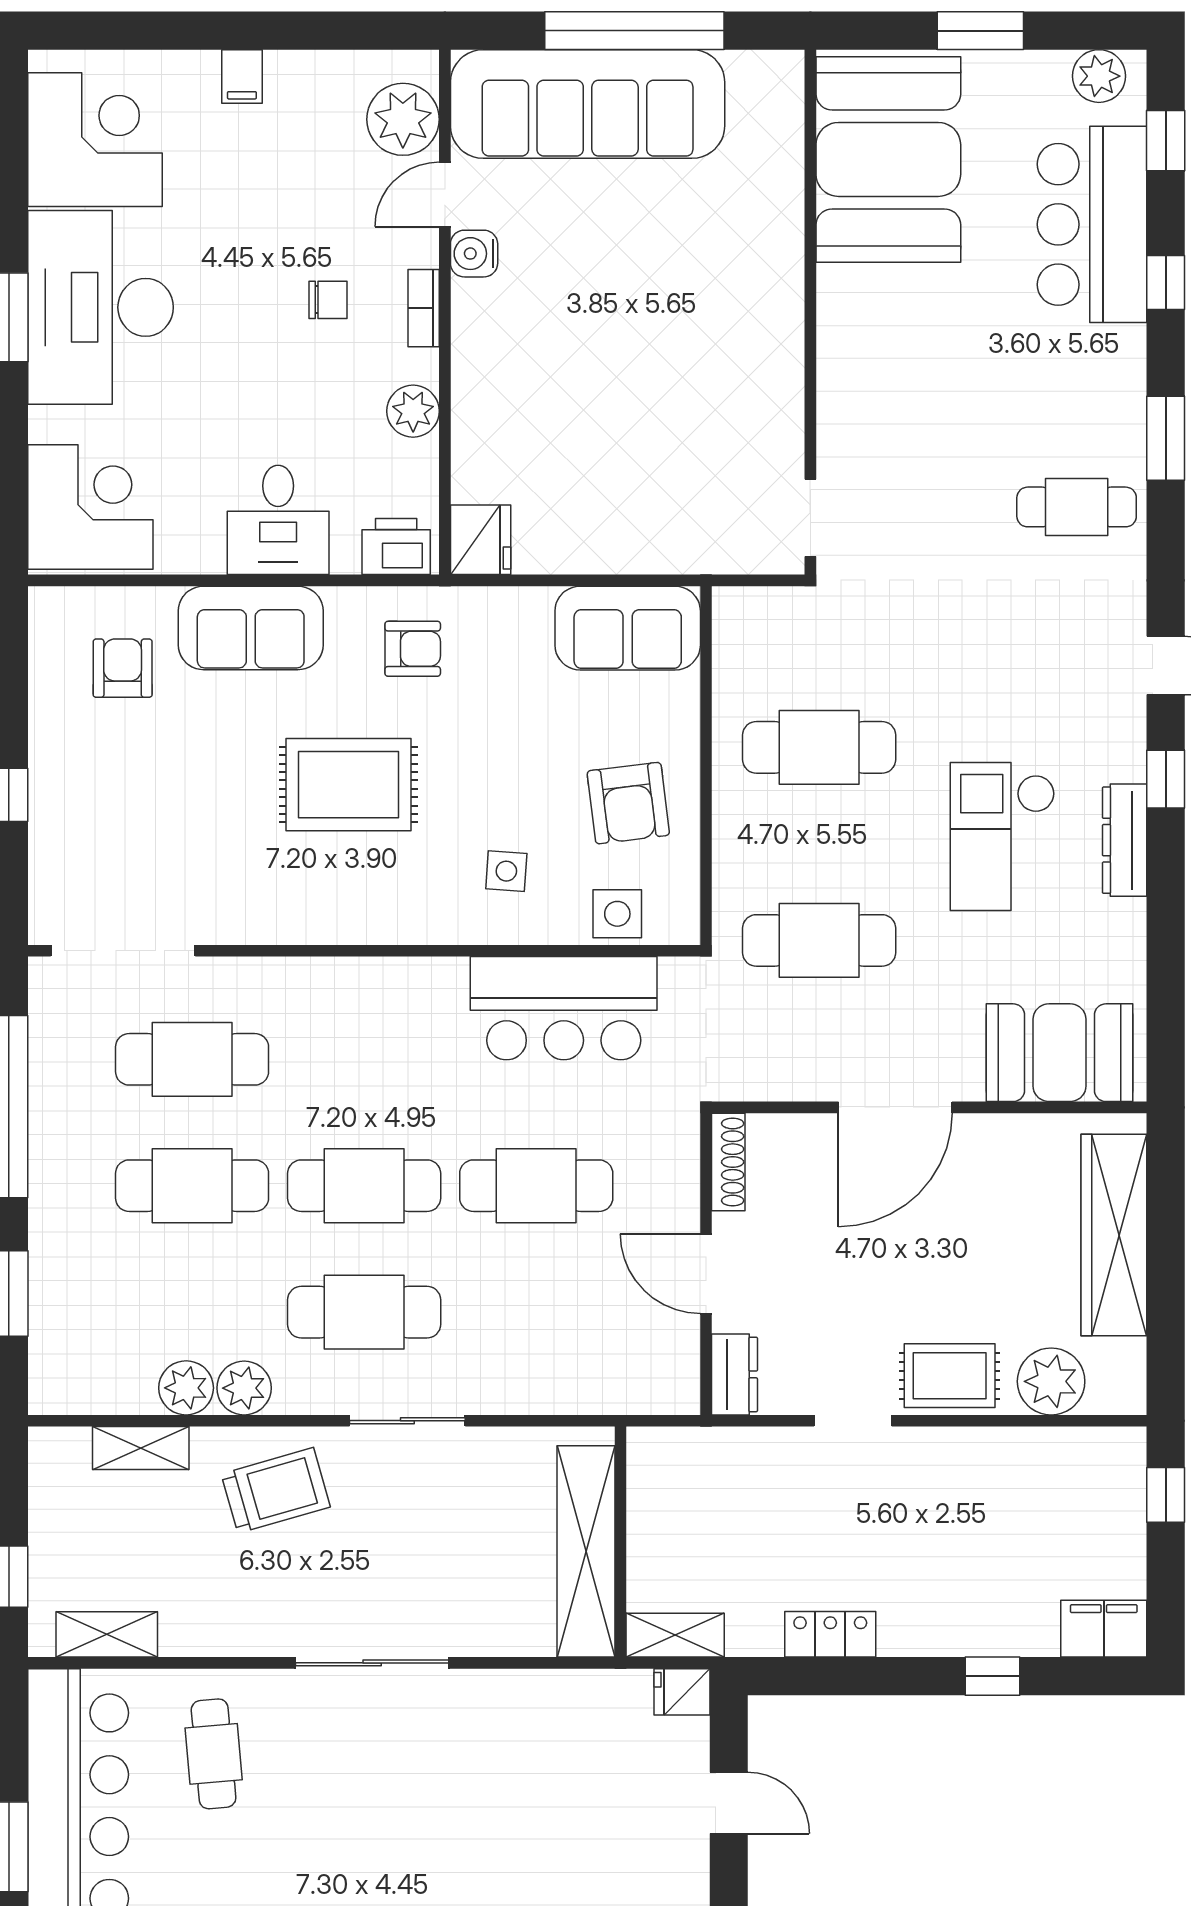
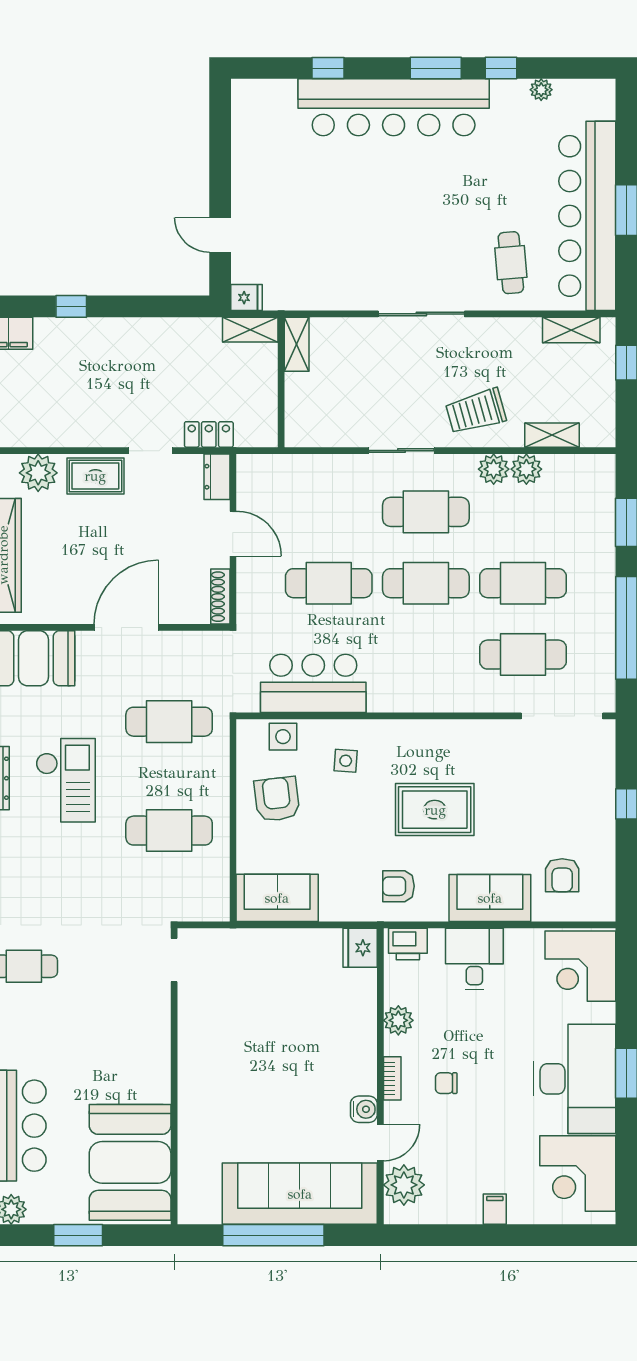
shelving: (586, 1551) -> (297, 344), width x0.45, depth x0.75
locker: (830, 1634) -> (209, 434), moved, turned 180

